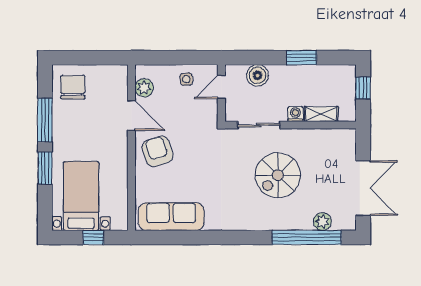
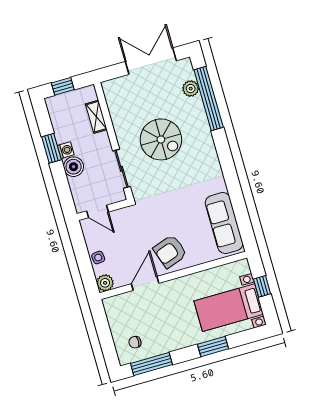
boiler: (257, 75) -> (74, 167), moved
side table: (186, 79) -> (98, 258), moved
chair: (73, 87) -> (135, 342), width x0.54, depth x0.54
plant: (144, 88) -> (105, 283), moved
washing machine: (295, 114) -> (66, 150), moved, turned 180
window: (45, 120) -> (151, 364), moved

